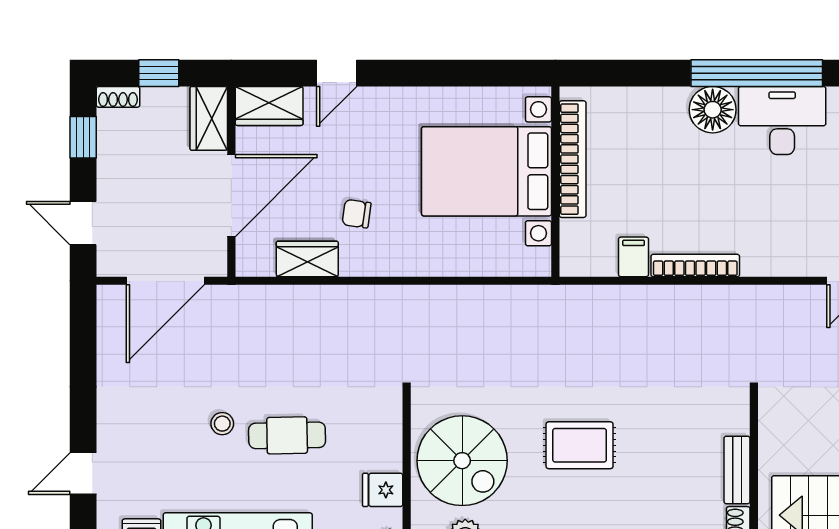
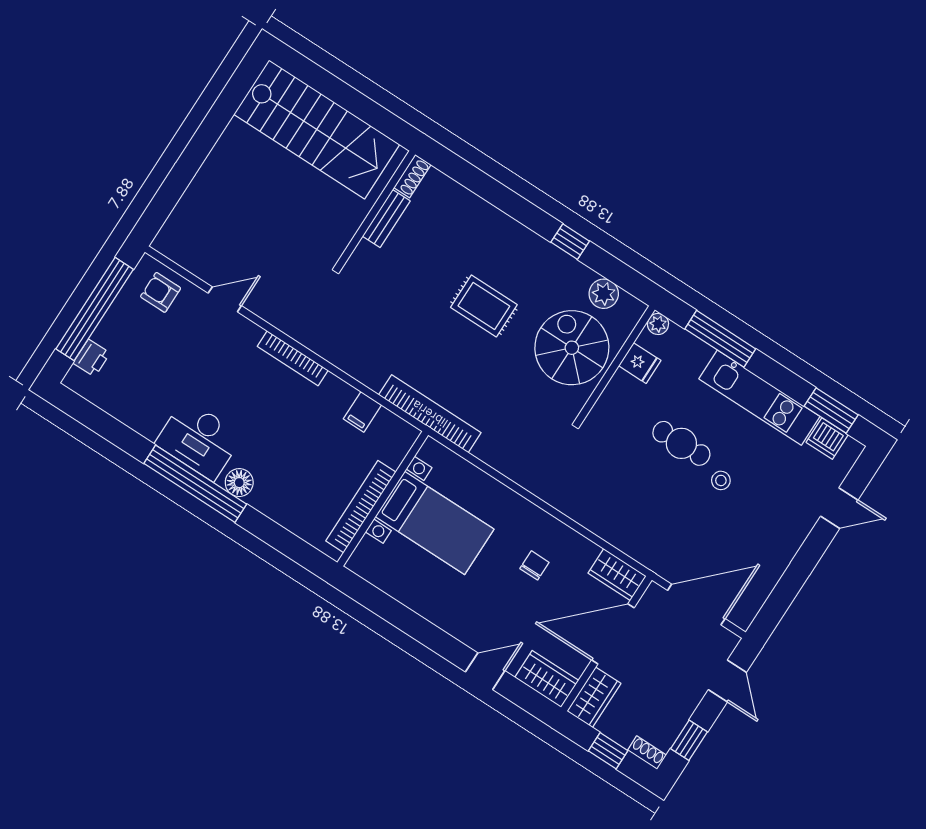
floor lamp: (713, 110) -> (239, 483), width x0.73, depth x0.73
bed with nightstands: (487, 171) -> (435, 523), width x0.73
chair: (357, 214) -> (534, 565), turned -98
wardrobe: (307, 259) -> (617, 575), moved
bookcase: (695, 265) -> (293, 358), moved
bookcase: (563, 299) -> (430, 414), added

